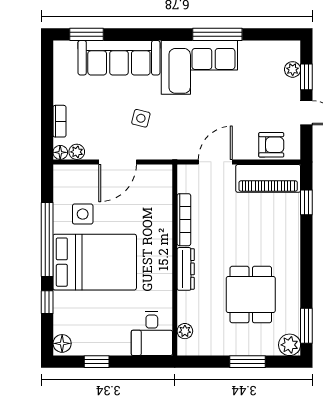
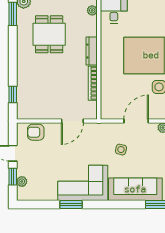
window: (217, 34) -> (71, 204), width x0.69
piano: (268, 178) -> (38, 110), removed

